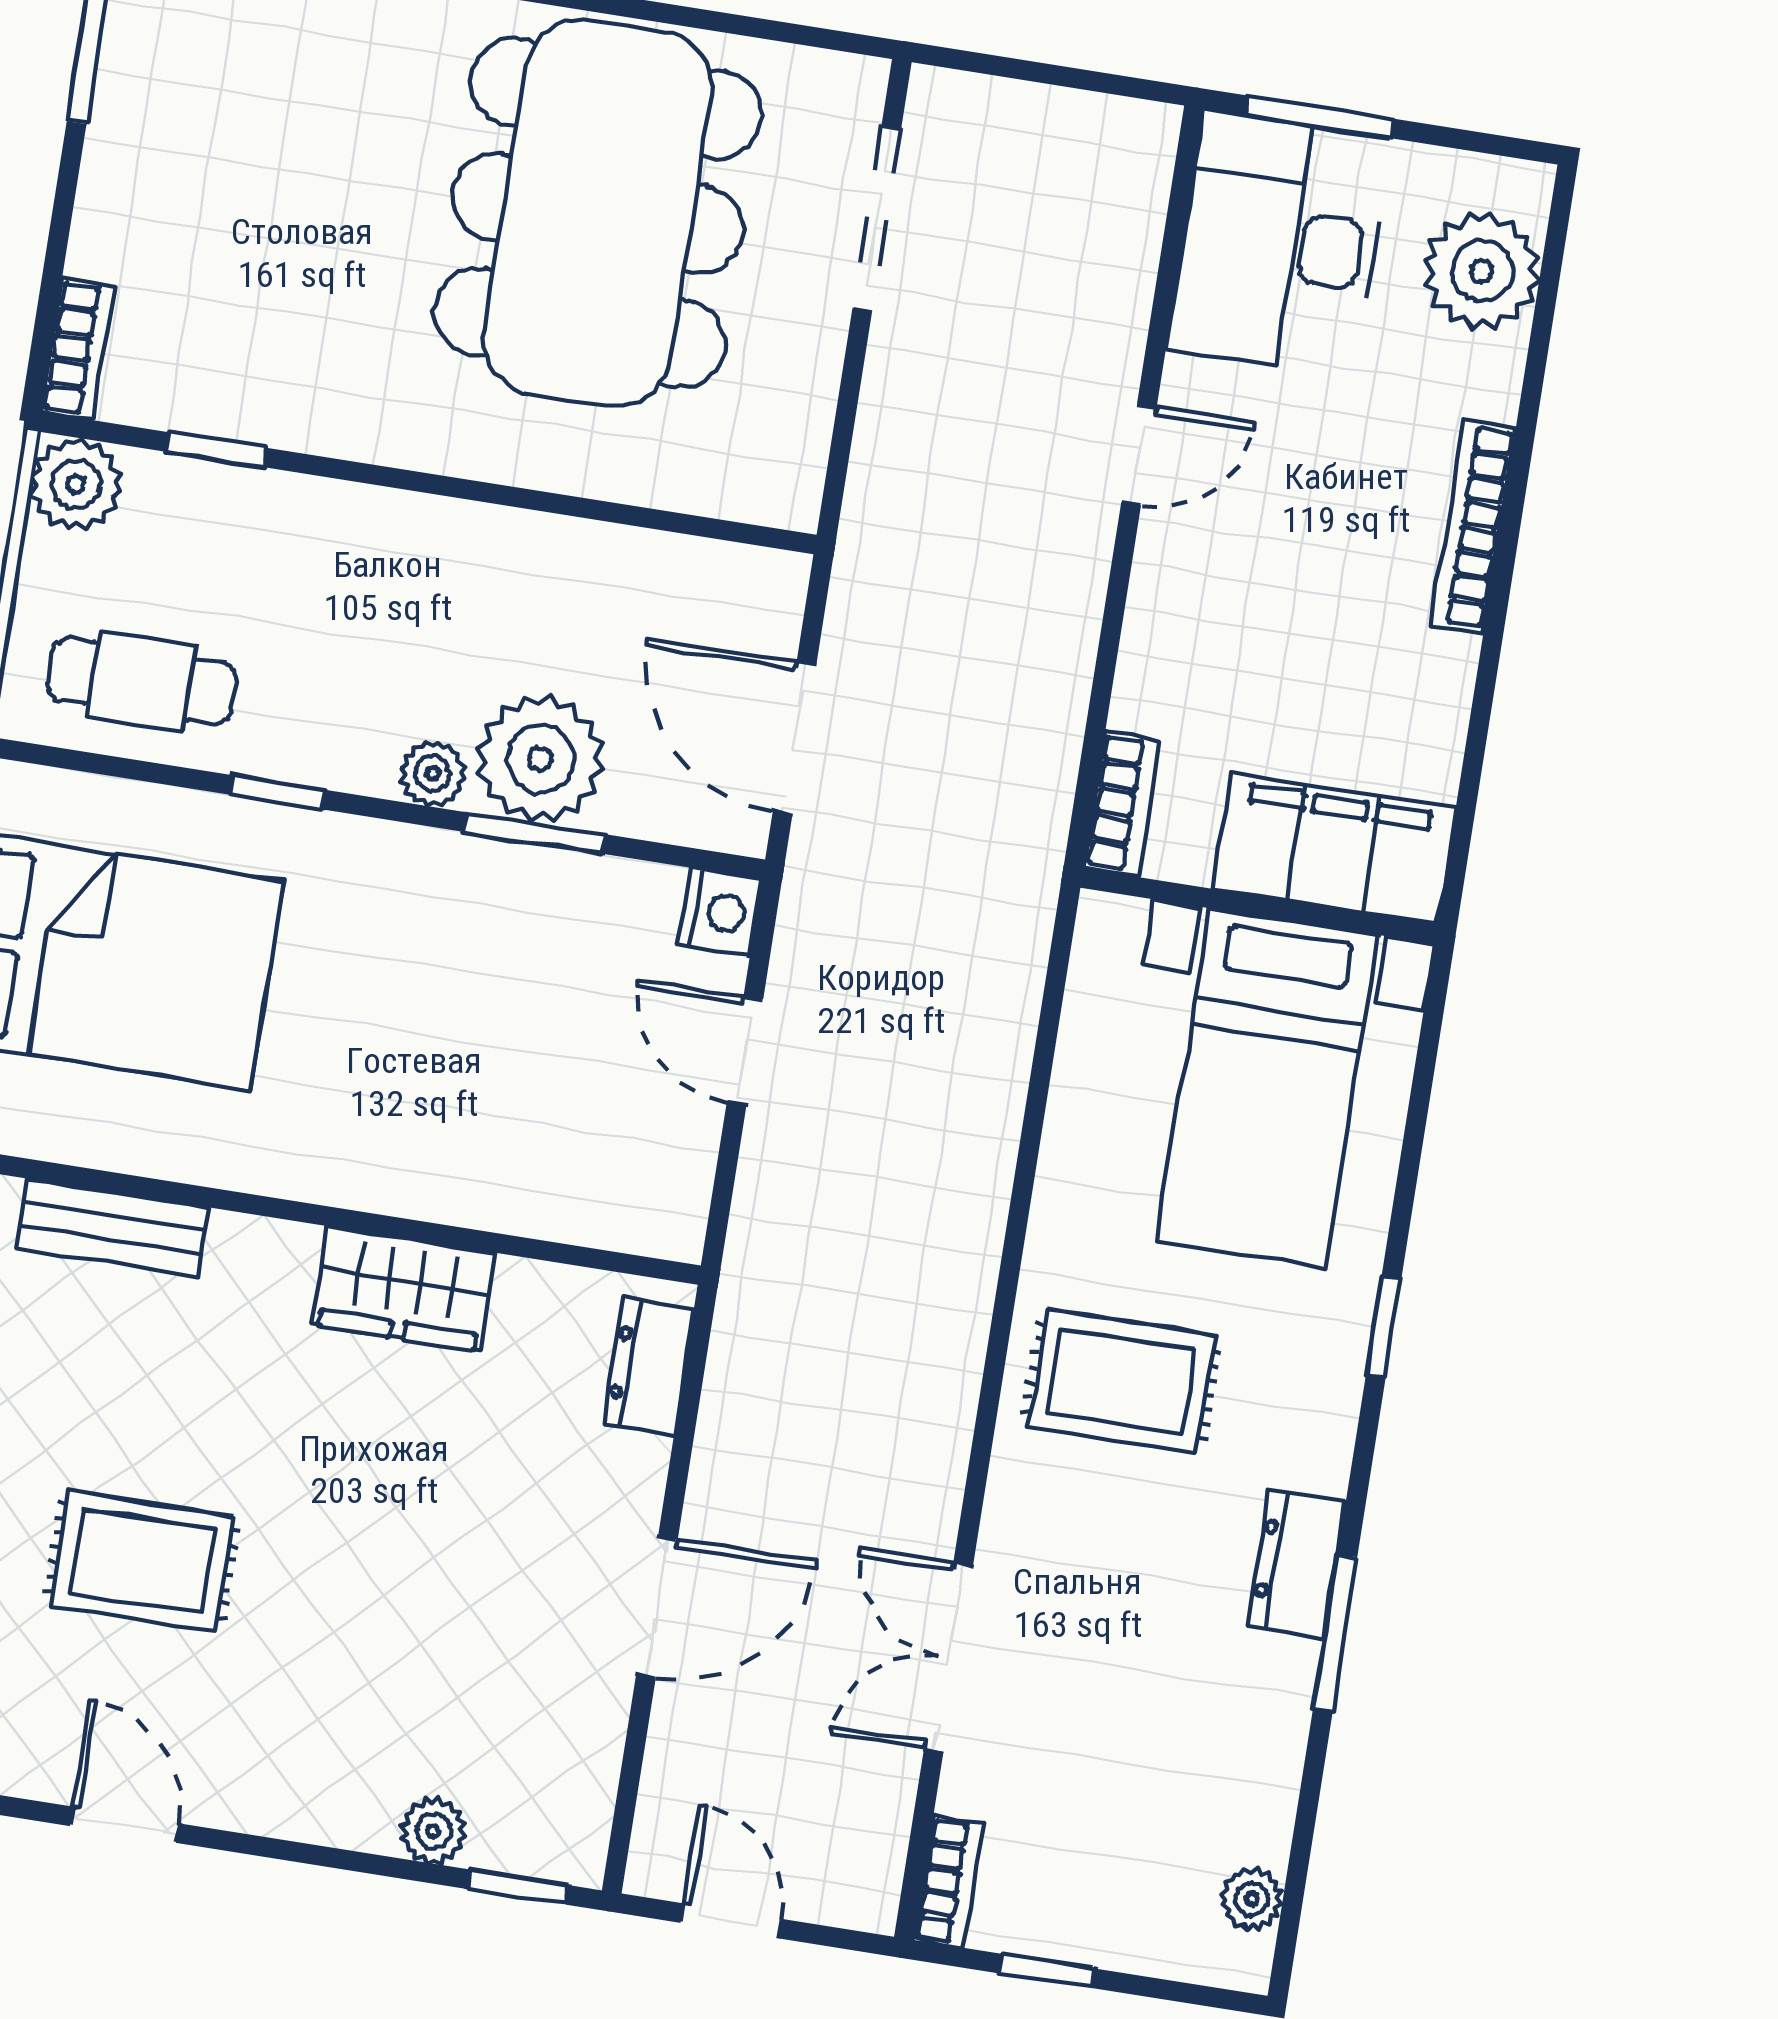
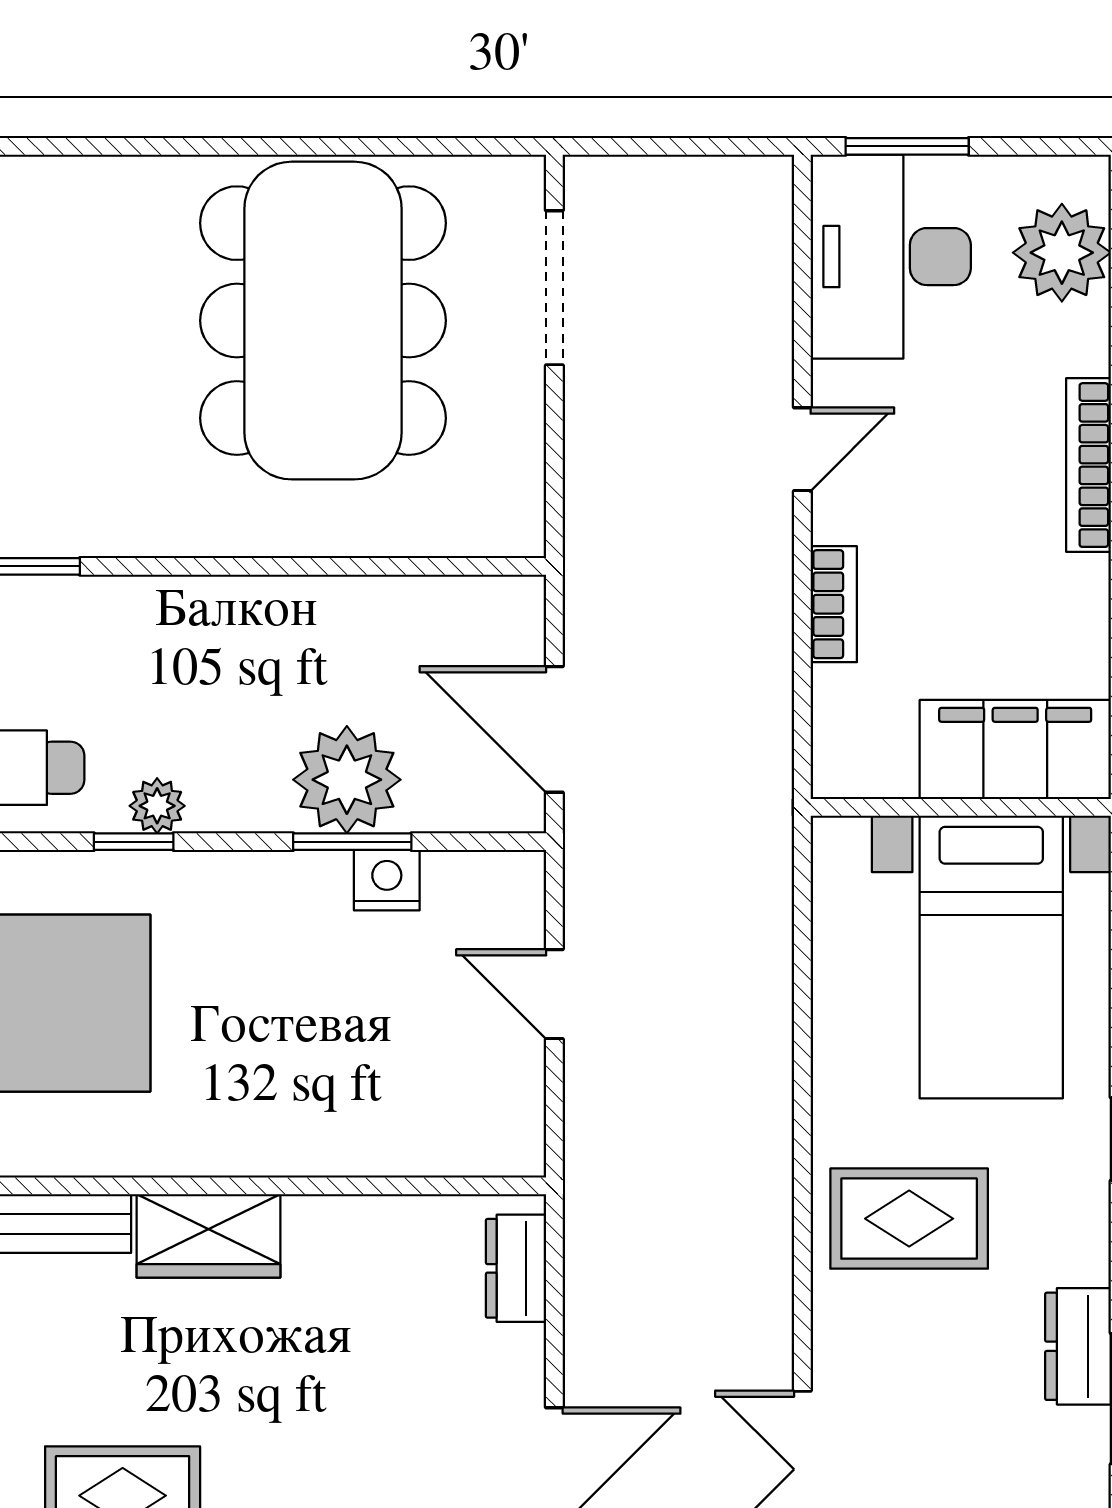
plant: (433, 773) -> (157, 806), moved
bookcase: (1122, 804) -> (834, 604), moved
nightstand: (720, 912) -> (387, 880), moved, turned -90
wardrobe: (404, 1289) -> (208, 1236), moved

